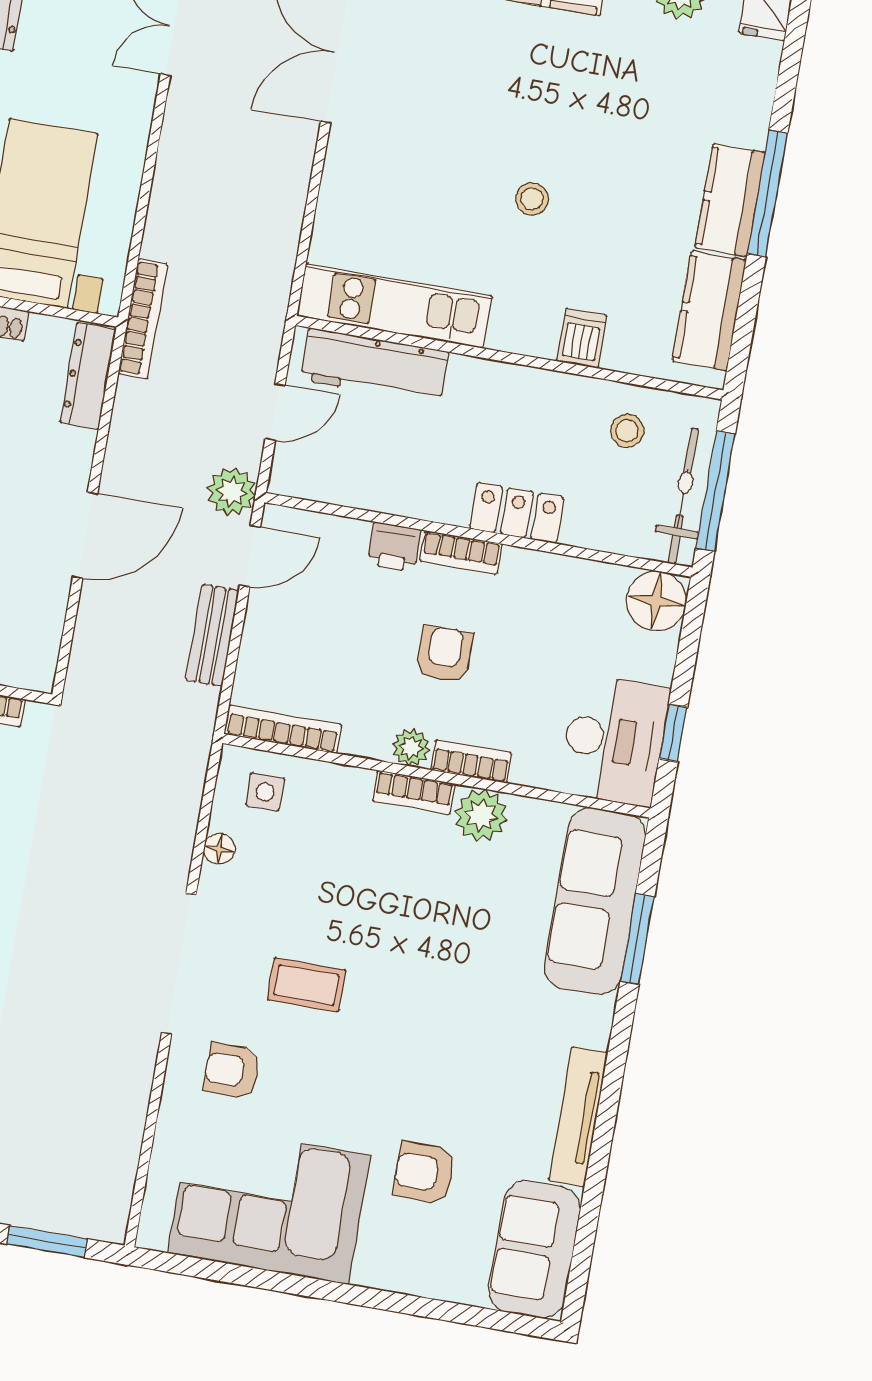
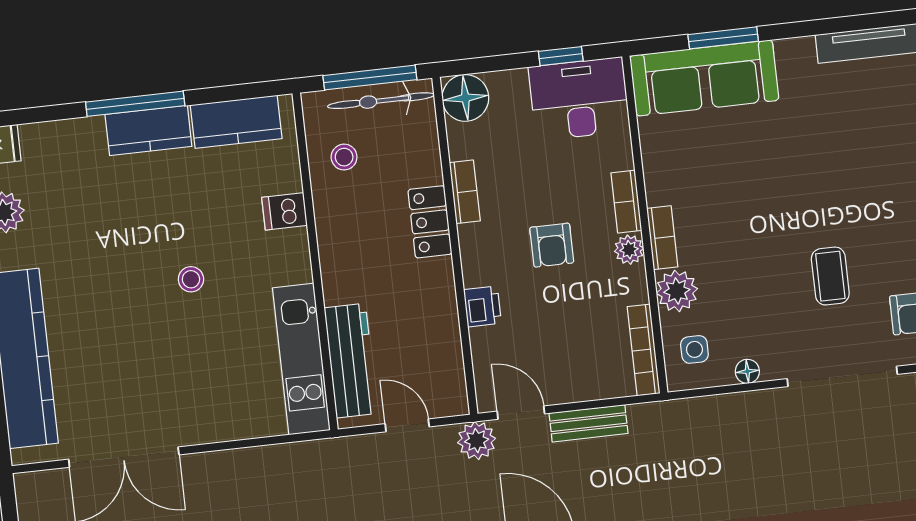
bookcase: (461, 552) -> (465, 192), moved
armchair: (444, 654) -> (552, 245), turned -90
plant: (481, 815) -> (677, 291), moved

